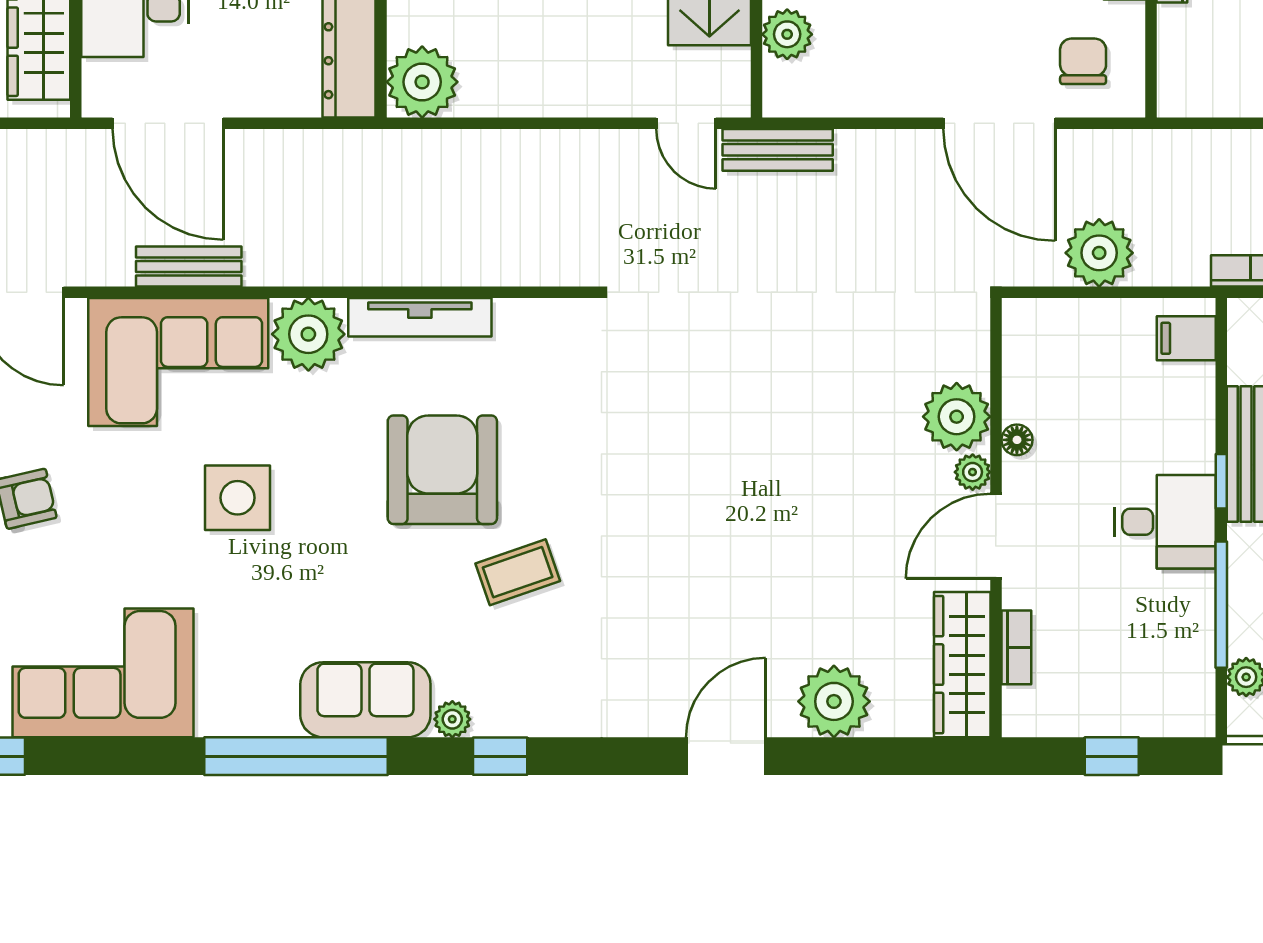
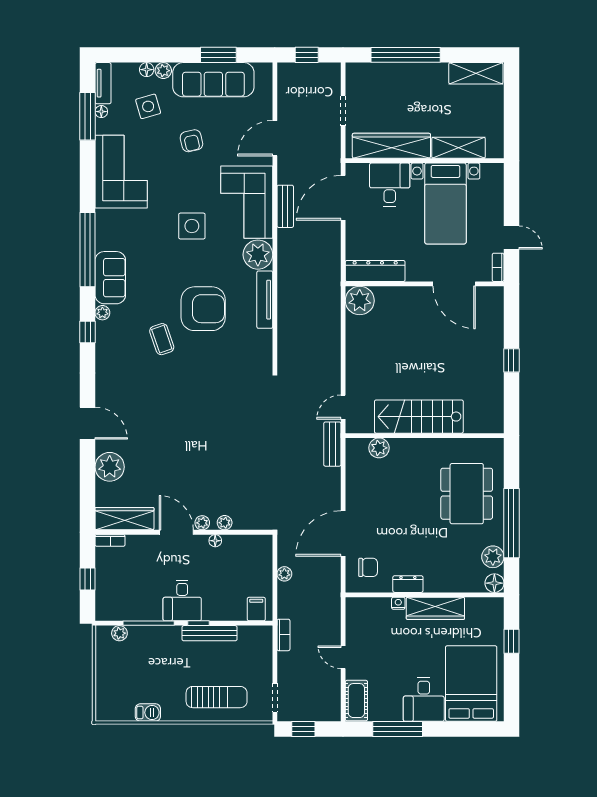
plant: (1099, 253) -> (284, 574), width x0.53, depth x0.53
plant: (957, 417) -> (225, 523), width x0.53, depth x0.53
bookcase: (1016, 647) -> (110, 540), moved

